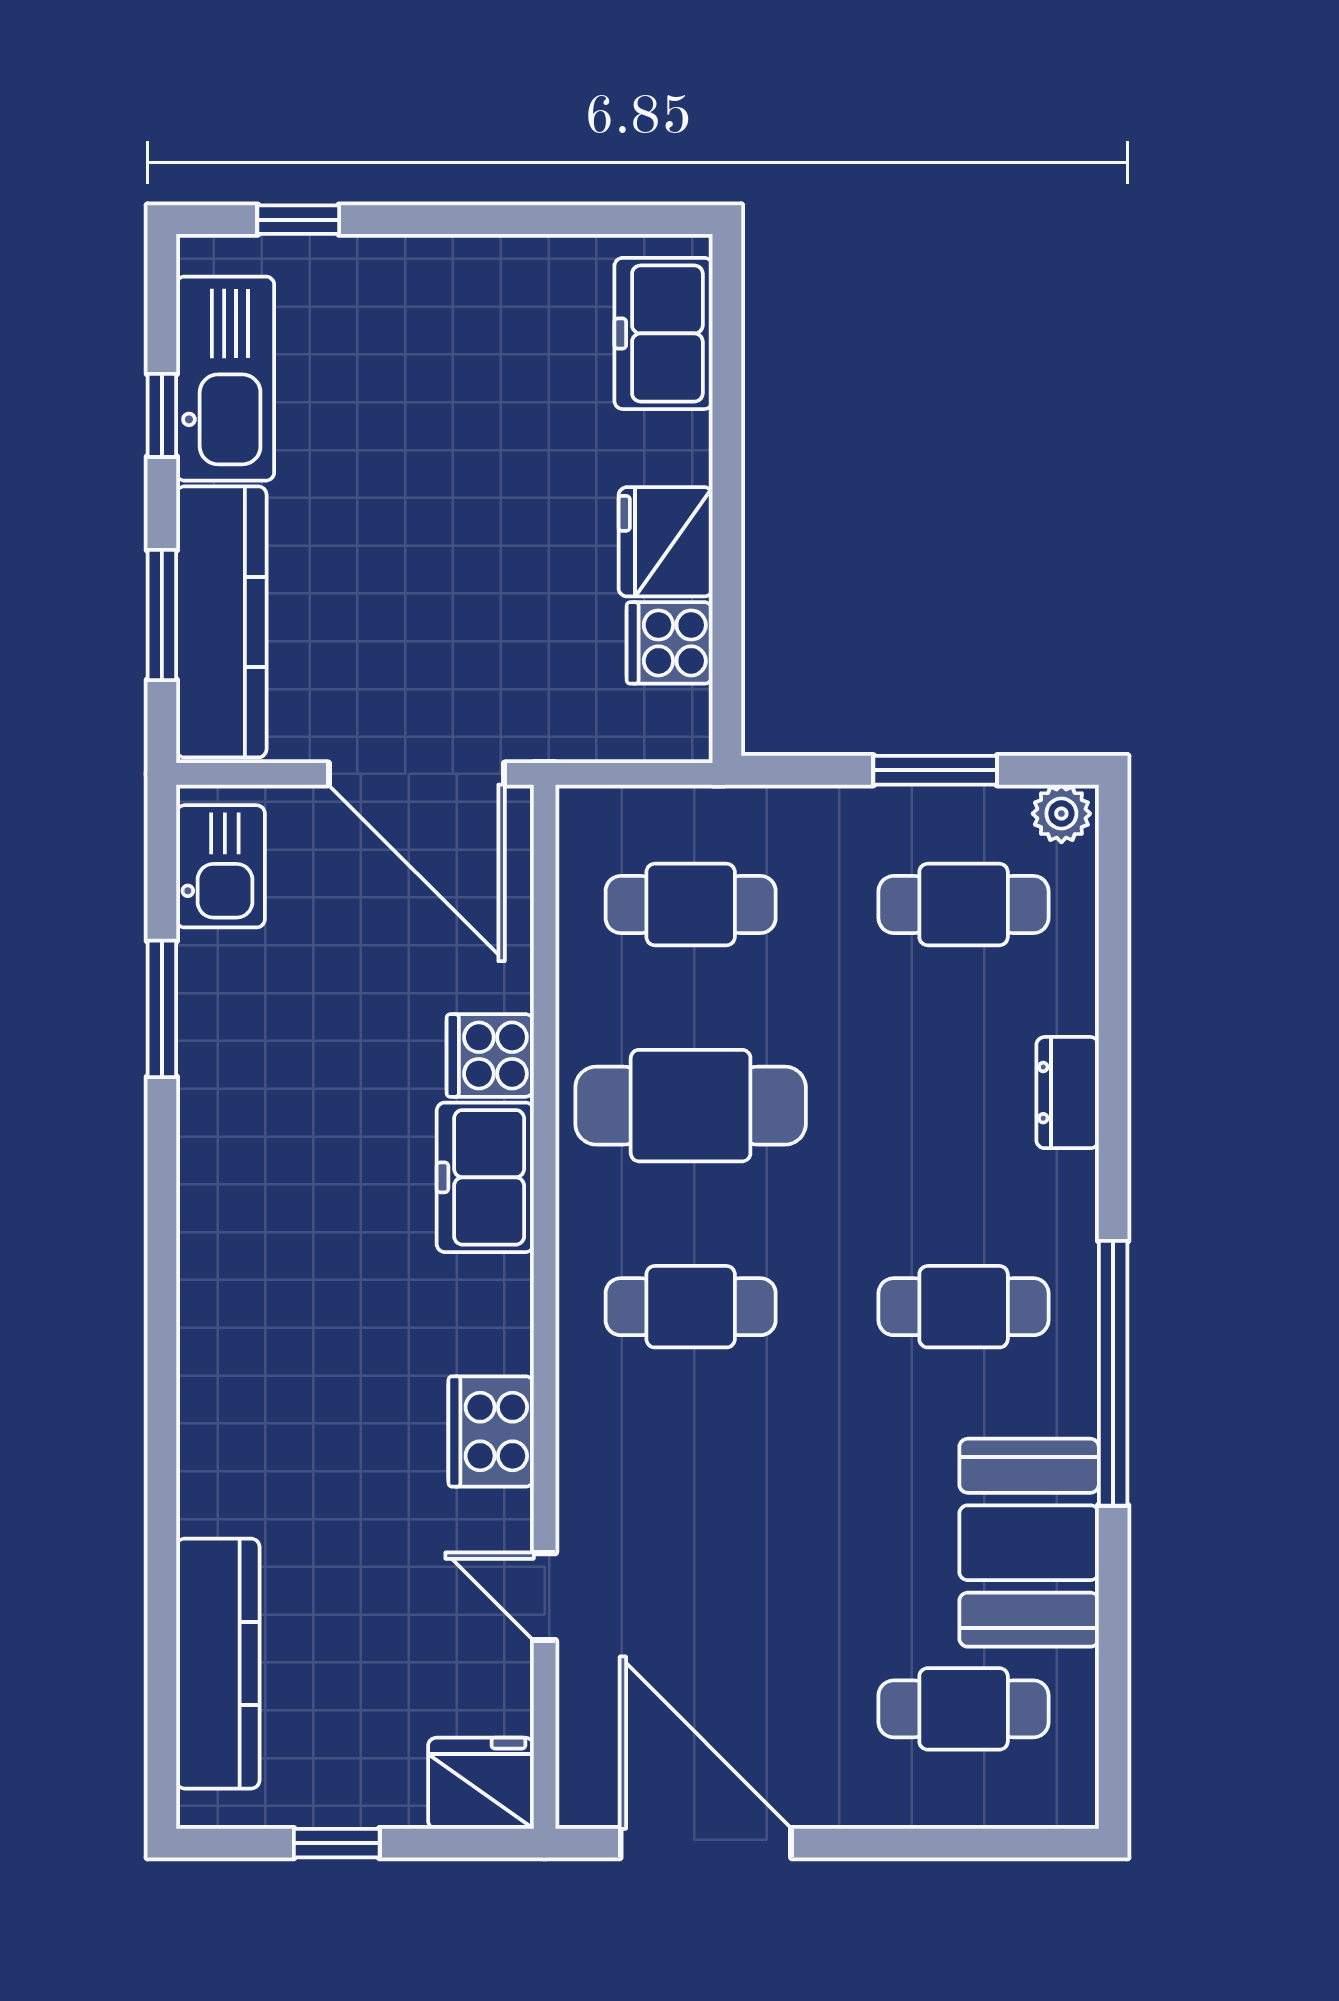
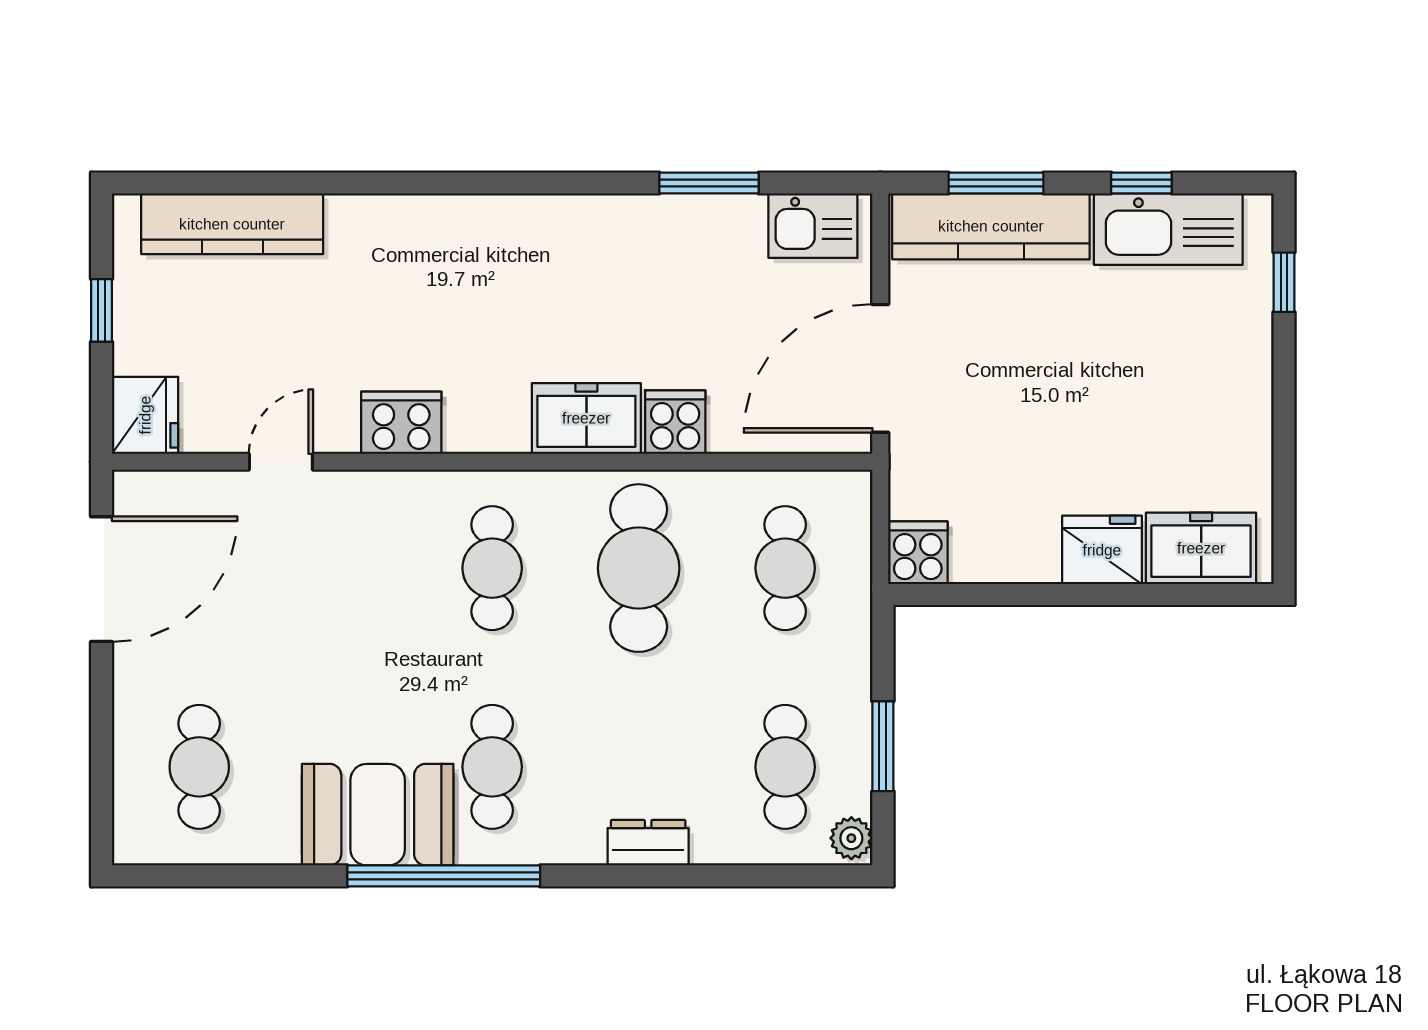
fridge: (666, 542) -> (1102, 550), moved
cooker: (670, 643) -> (918, 553), moved
booth: (1029, 1543) -> (378, 815), moved

